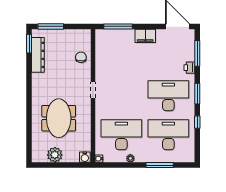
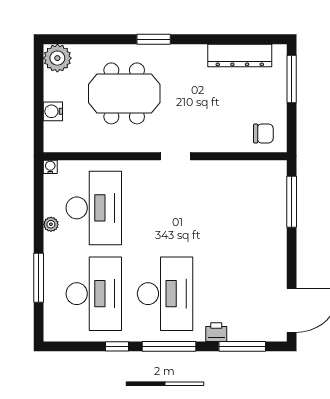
filing cabinet: (145, 36) -> (275, 251), removed
window: (29, 44) -> (154, 39), moved
chair: (81, 57) -> (263, 133), moved
window: (197, 94) -> (169, 346), width x1.44
plant: (55, 155) -> (57, 58), moved
water cooler: (85, 157) -> (53, 111), moved

